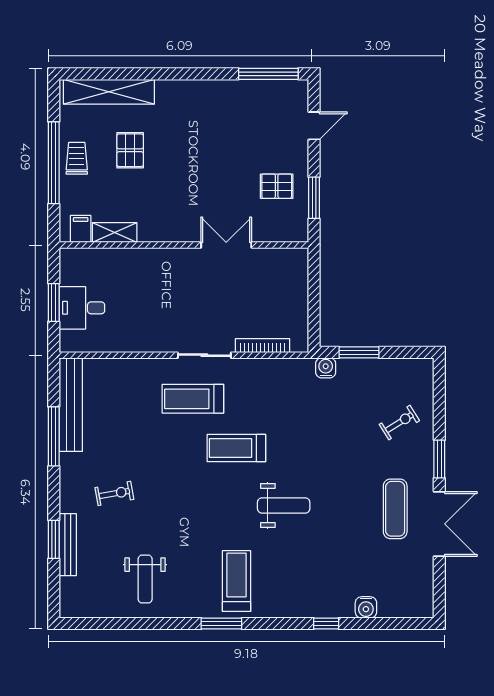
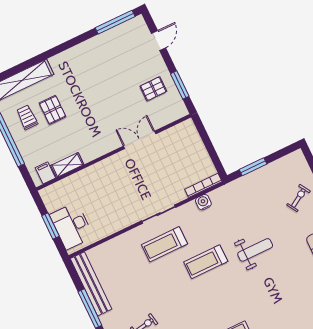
trolley: (77, 158) -> (27, 117), moved
desk: (82, 308) -> (72, 226), width x1.37
bookcase: (262, 346) -> (203, 185), moved
water cooler: (326, 368) -> (203, 202), moved
weight bench: (284, 505) -> (255, 250), moved

